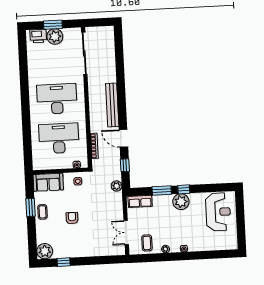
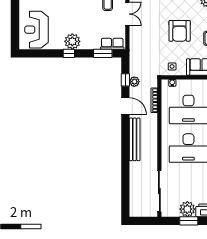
plant: (117, 186) -> (134, 82), moved
window: (162, 190) -> (103, 53), moved
armchair: (72, 218) -> (180, 31), width x1.88, depth x1.88

